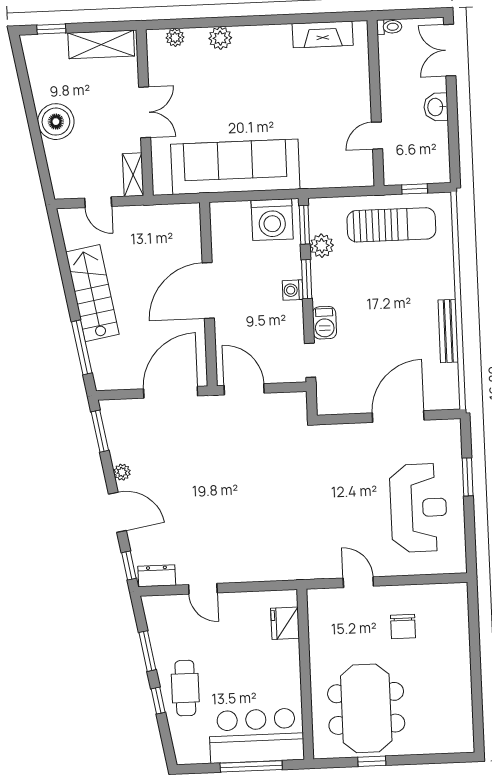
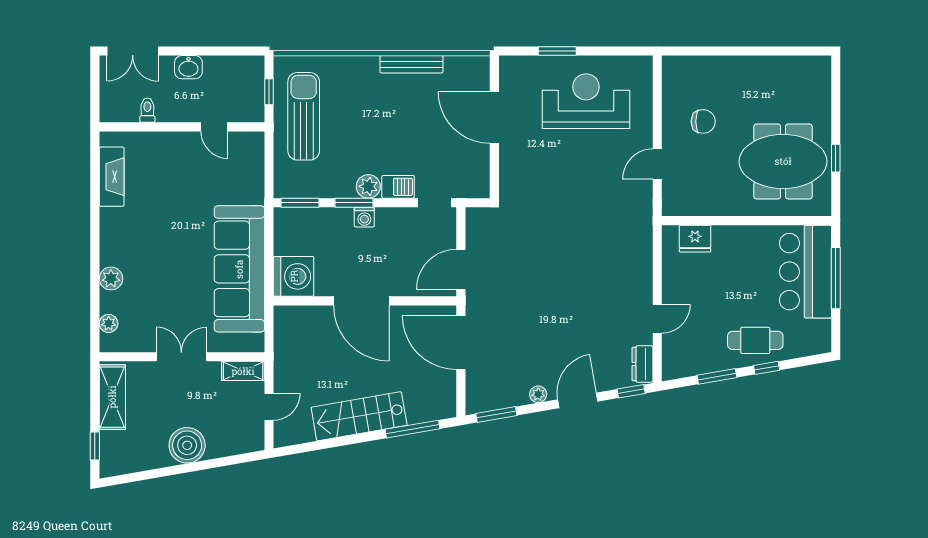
toilet: (389, 27) -> (147, 110), moved
washing machine: (272, 220) -> (294, 276), moved
plant: (322, 246) -> (368, 186), moved

